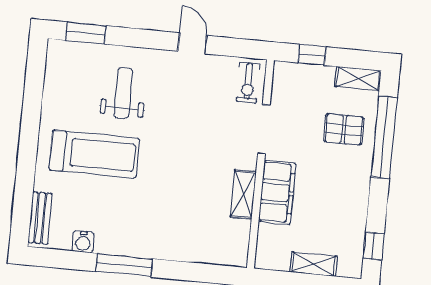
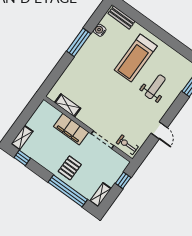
door: (192, 43) -> (159, 130), hinge flipped
weight bench: (123, 93) -> (155, 87), turned -90
pallet: (344, 129) -> (70, 168), moved
shelving: (243, 194) -> (68, 105), moved
shelving: (314, 264) -> (22, 138), moved

